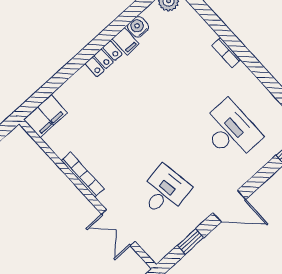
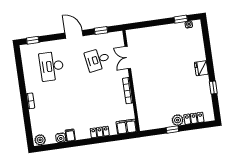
locker: (103, 59) -> (100, 132), moved
double door: (118, 228) -> (128, 57), swing flipped

